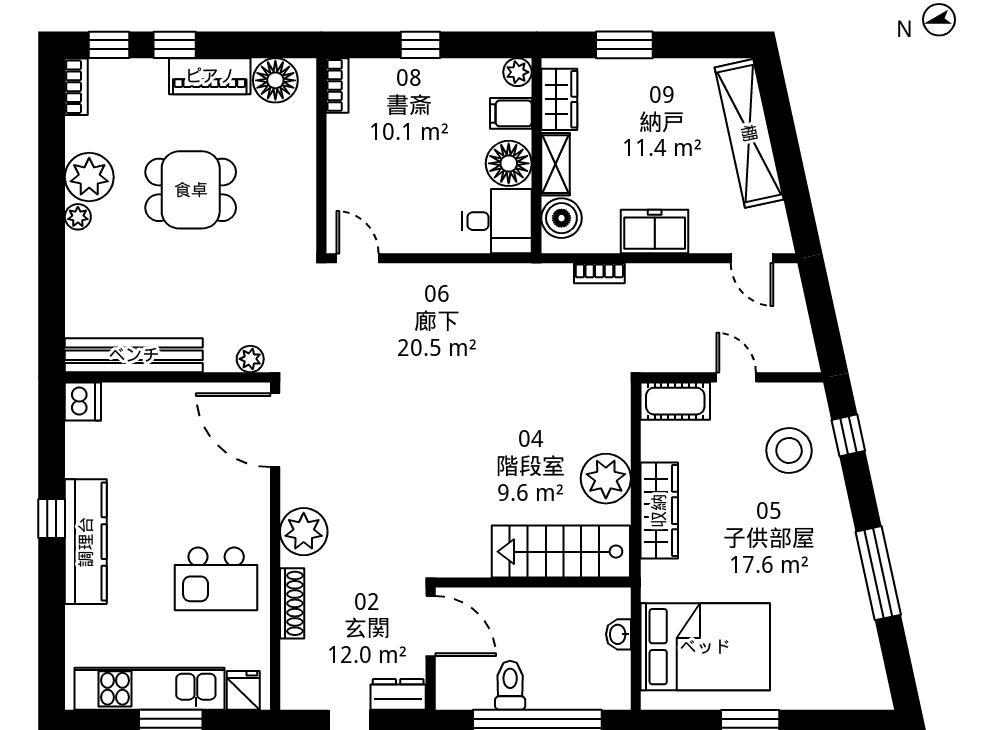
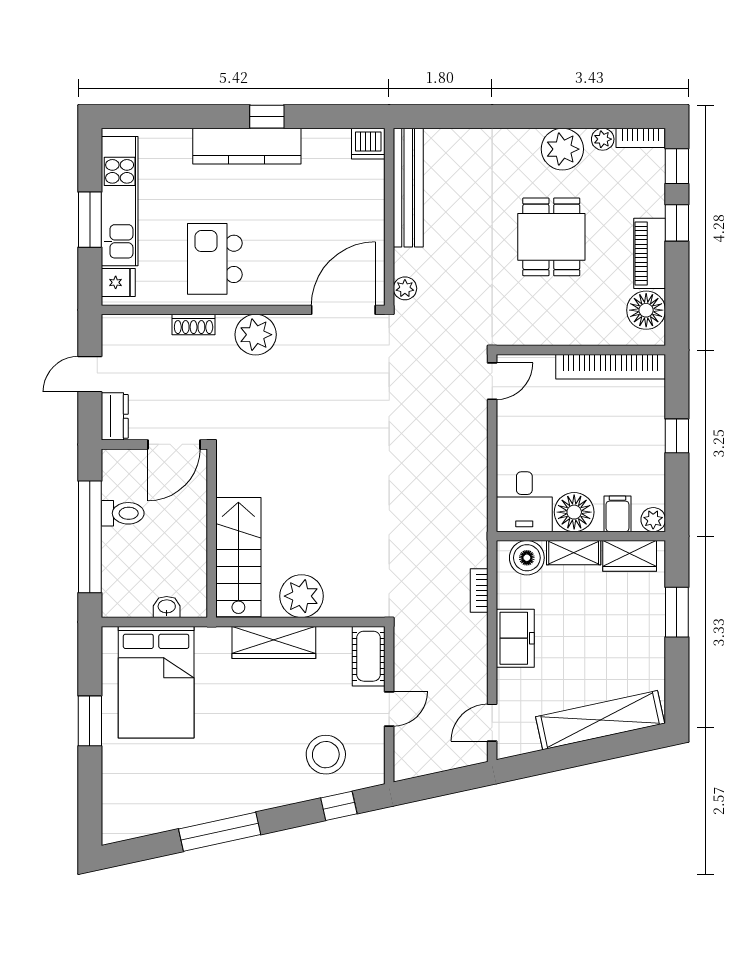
bookcase: (337, 85) -> (611, 367), width x2.31, depth x1.31
plant: (78, 217) -> (603, 139), moved
shoe rack: (292, 603) -> (194, 325), width x0.70

